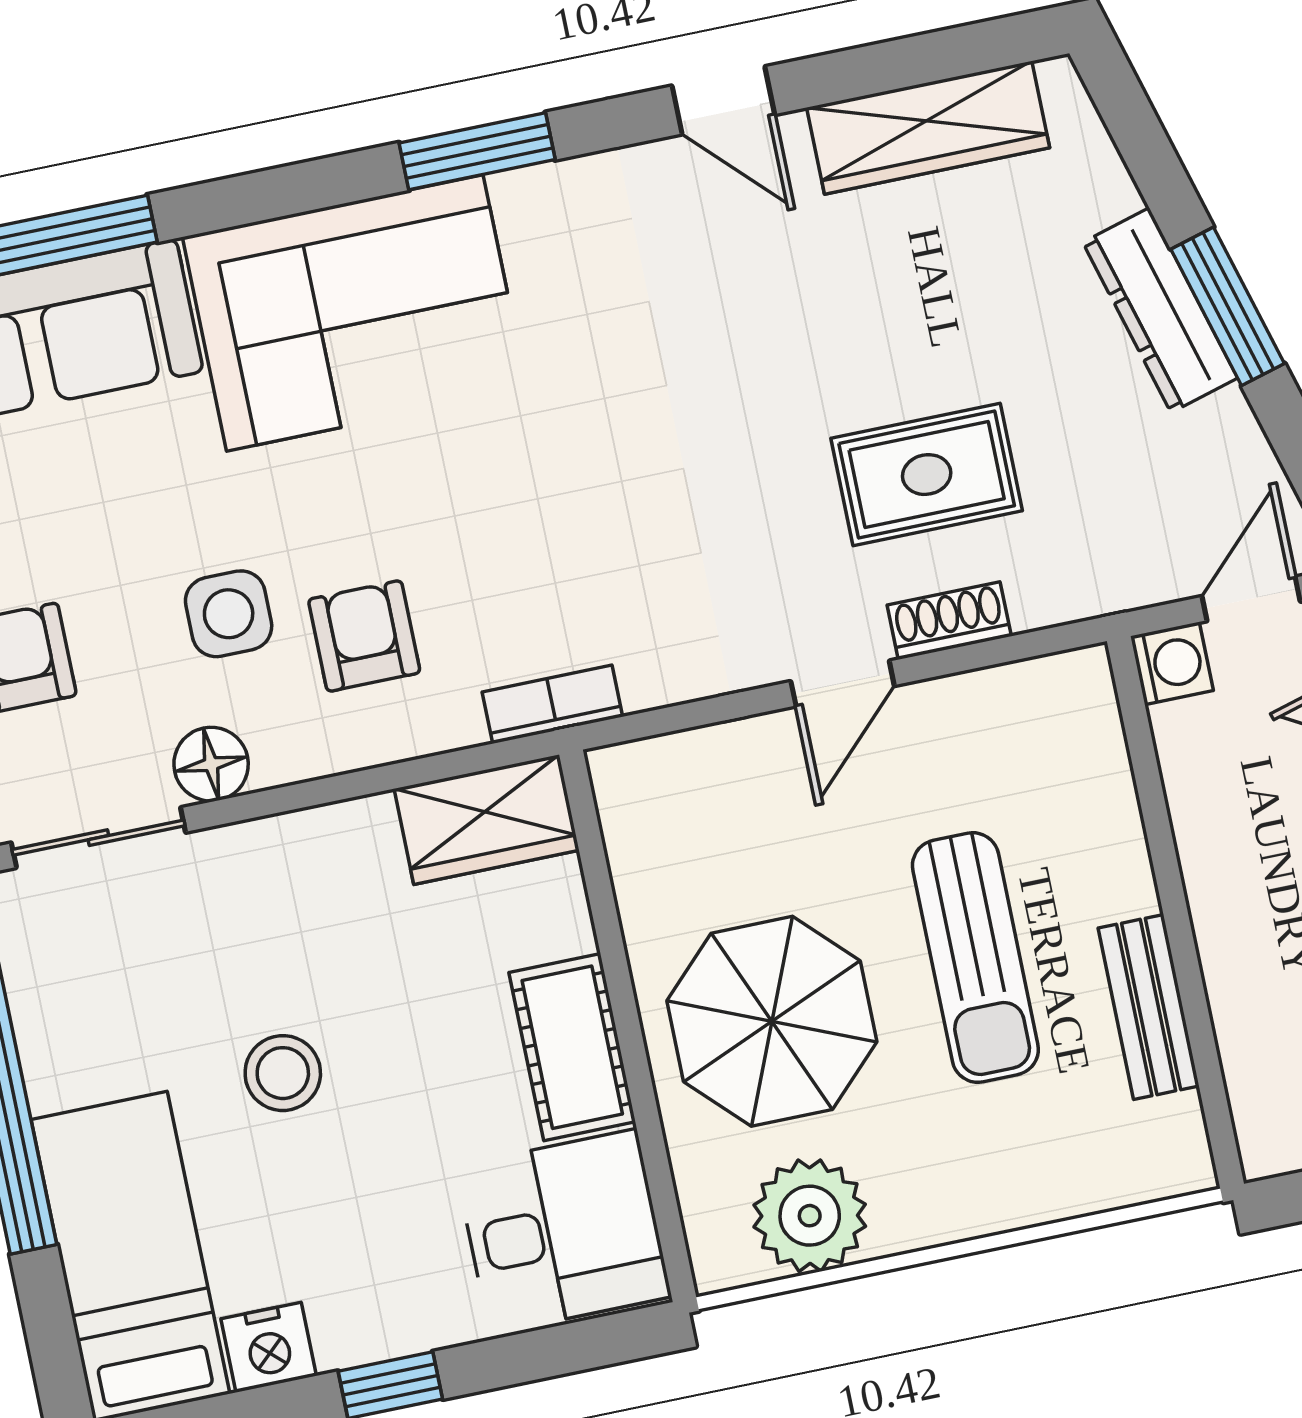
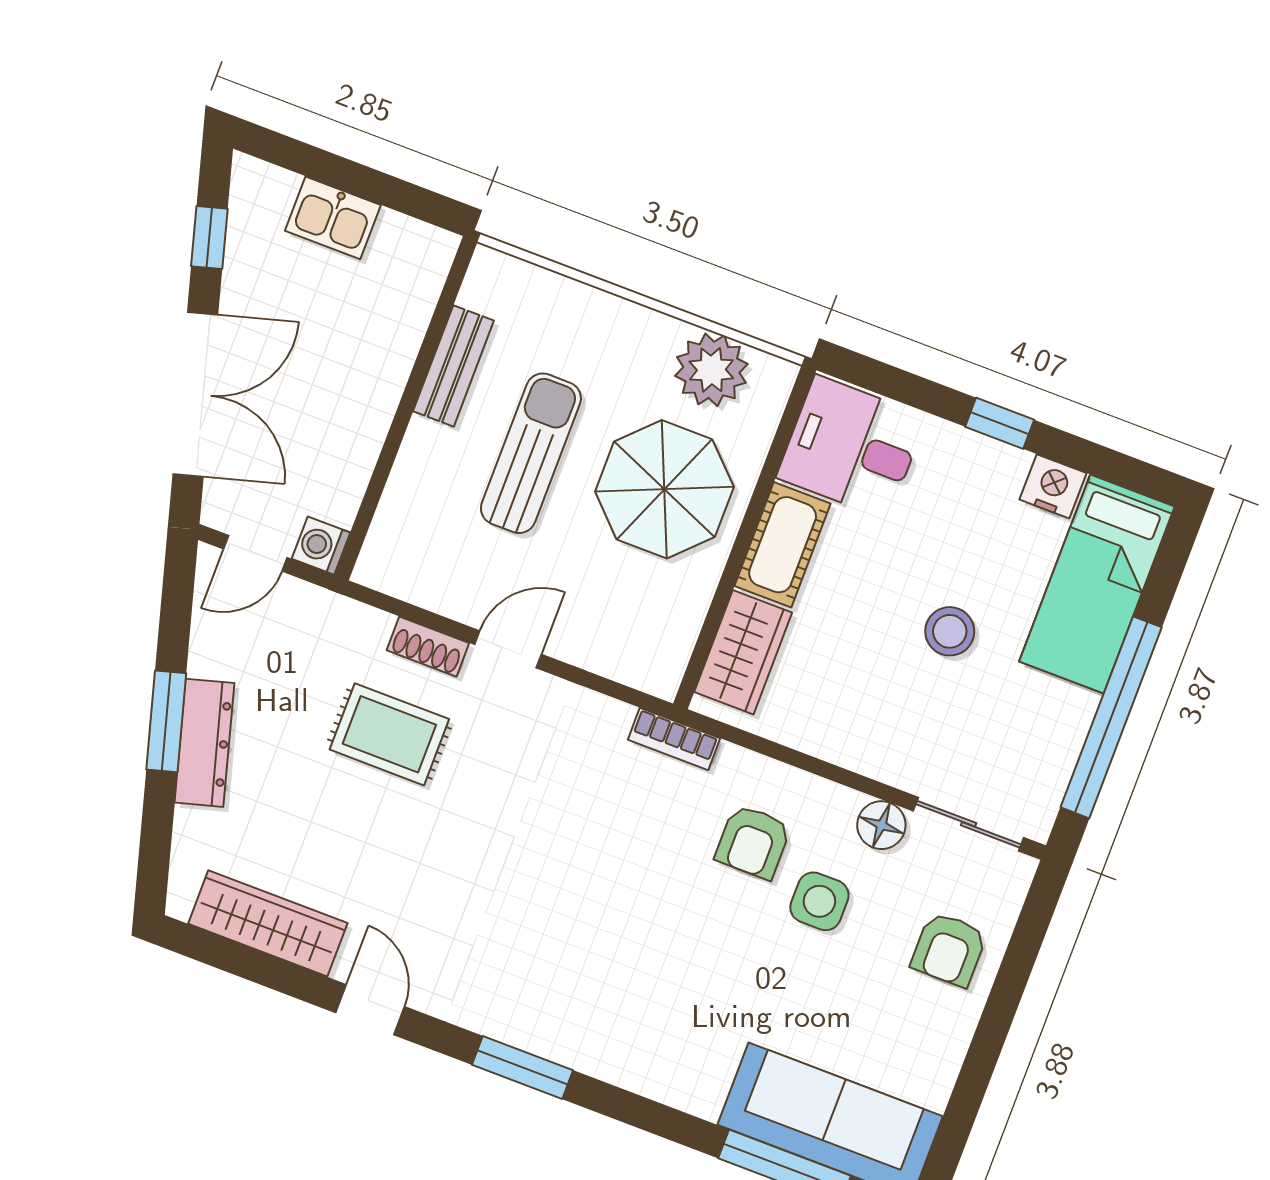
corner sofa: (355, 313) -> (646, 1022), removed
wardrobe: (487, 819) -> (743, 652), moved, turned 90

